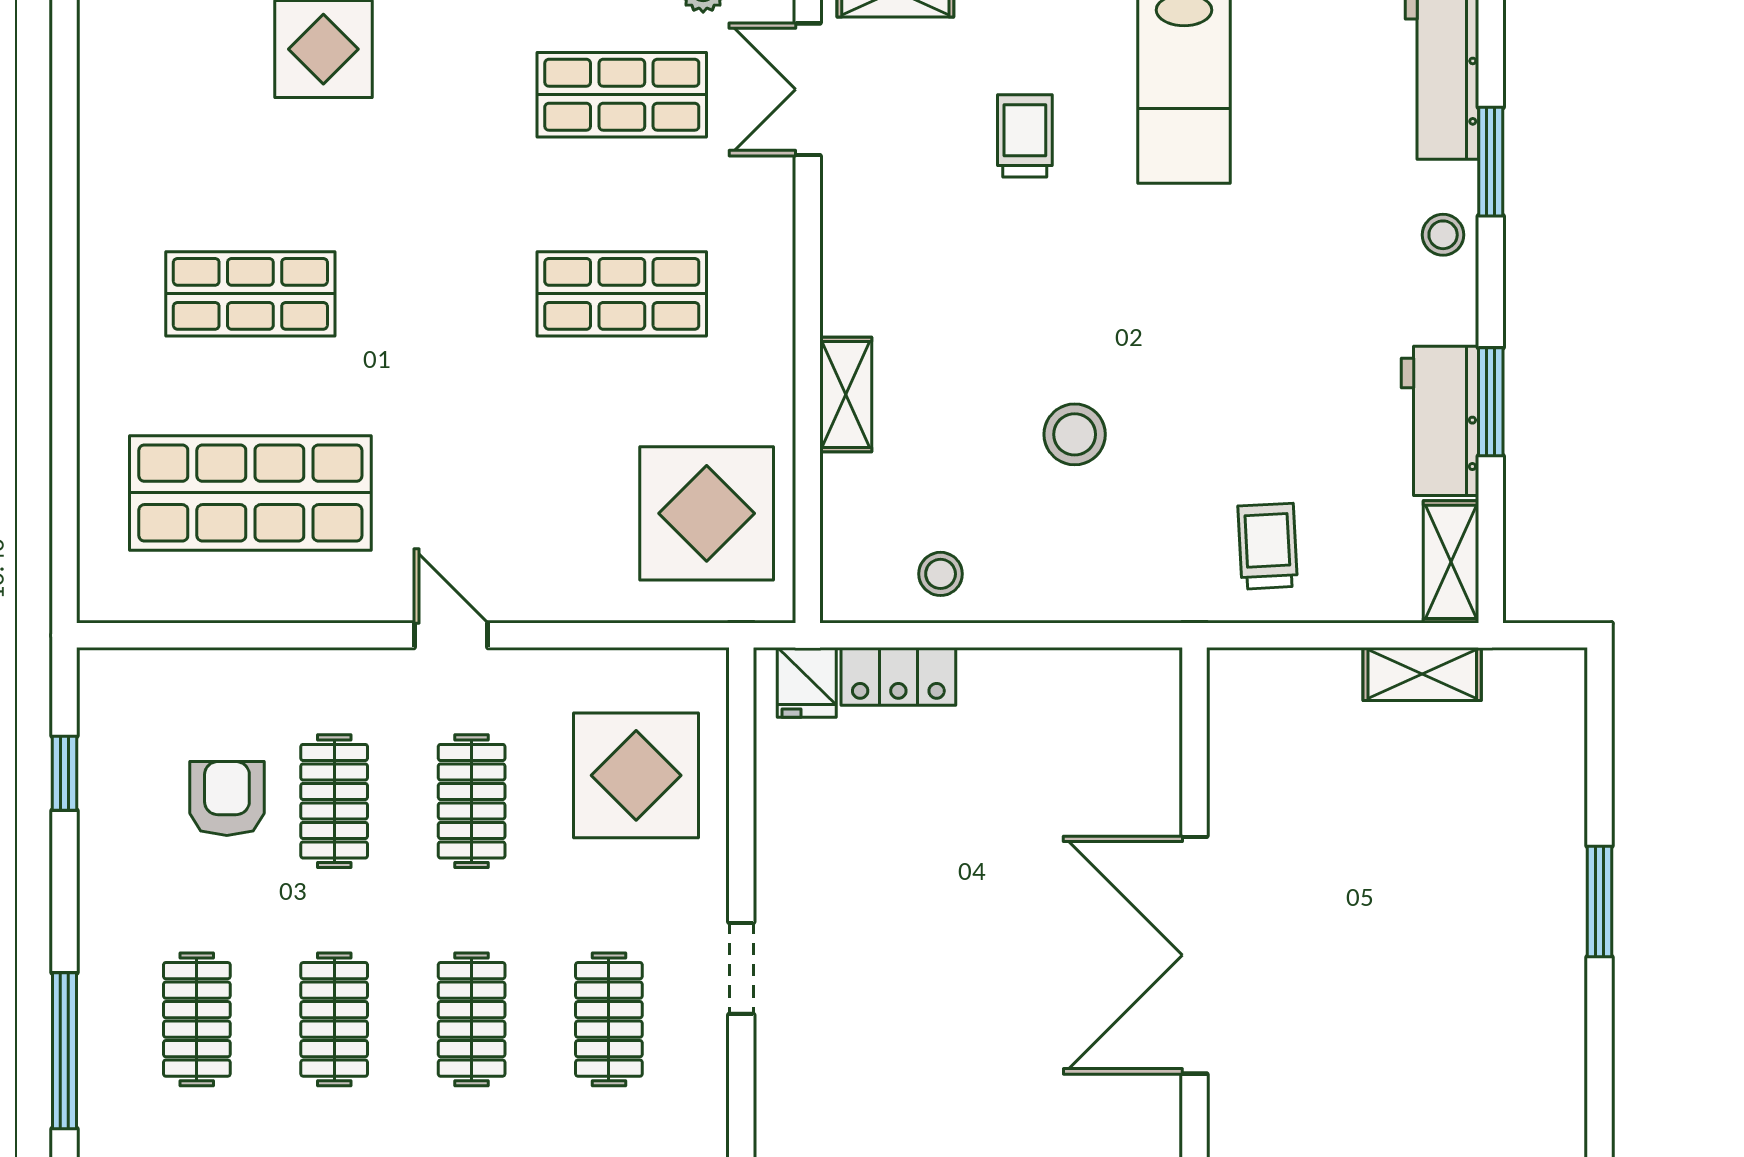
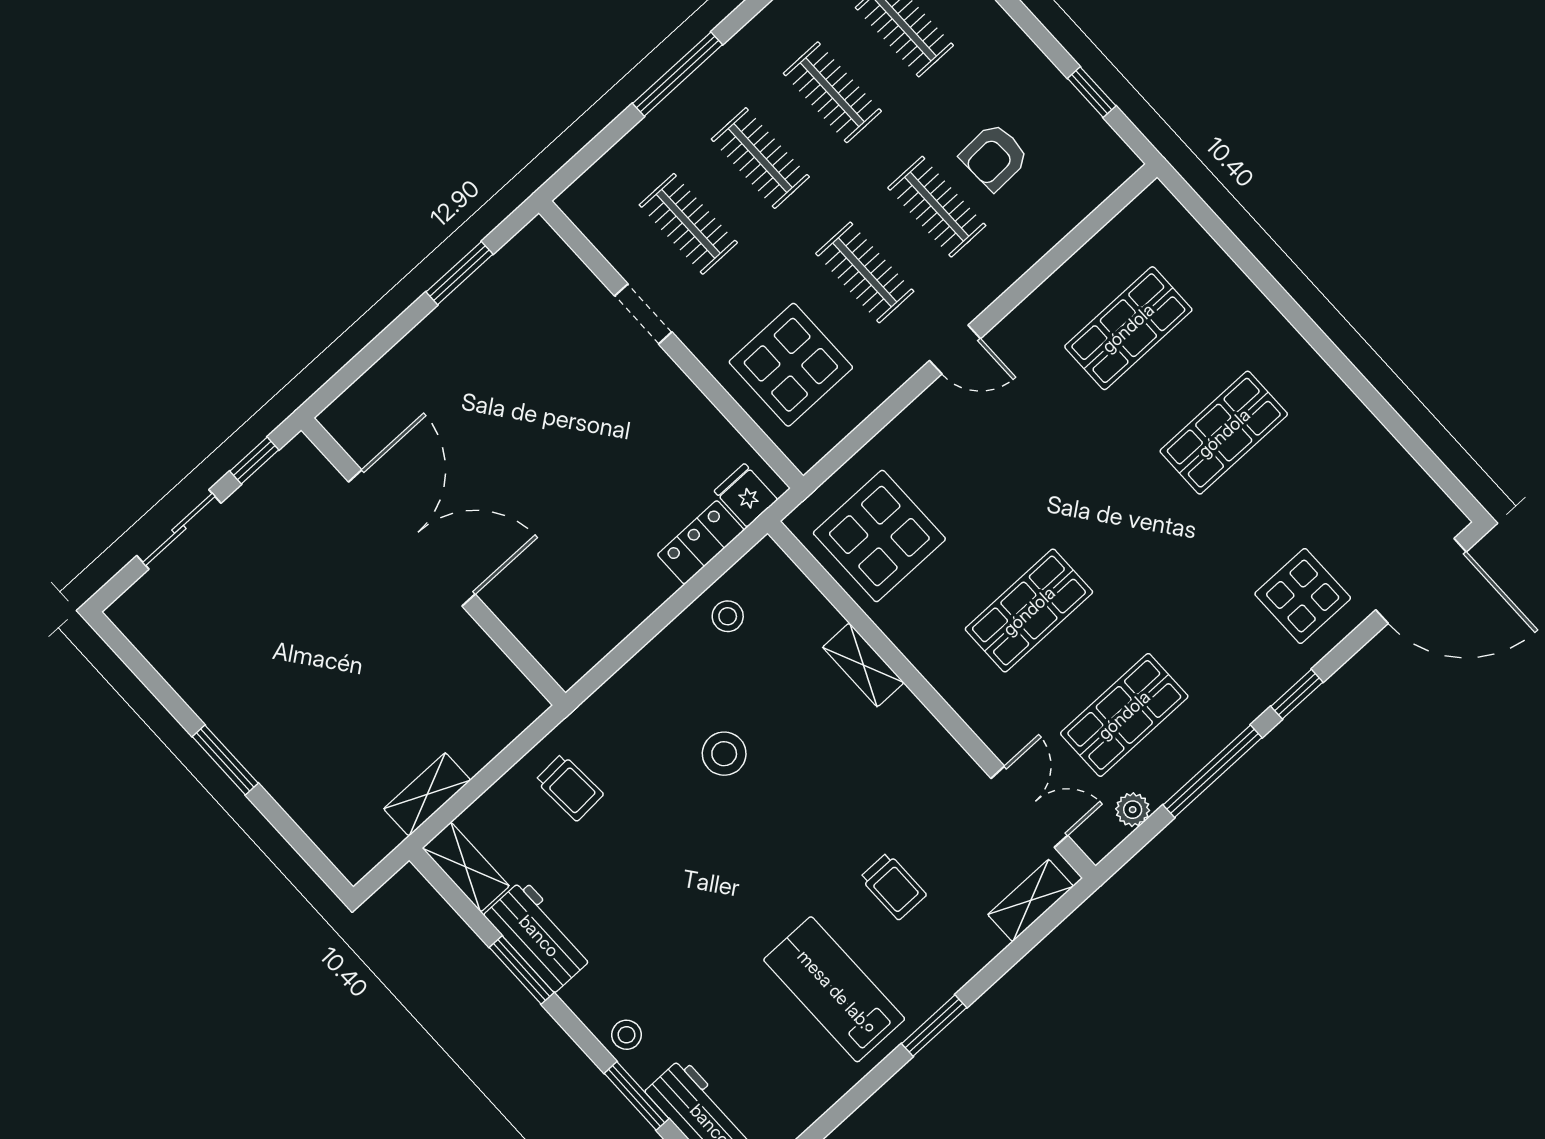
shop shelf: (250, 493) -> (1128, 328), width x0.70, depth x0.74
armchair: (227, 798) -> (994, 157), turned 88

